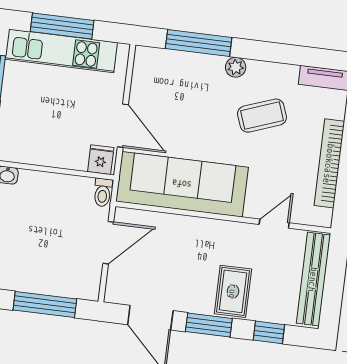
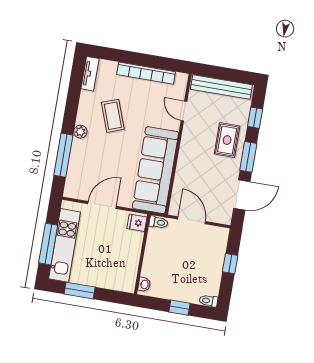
door: (123, 126) -> (102, 205), moved
rug: (233, 291) -> (227, 140), turned 90
window: (45, 304) -> (230, 264), width x0.46

